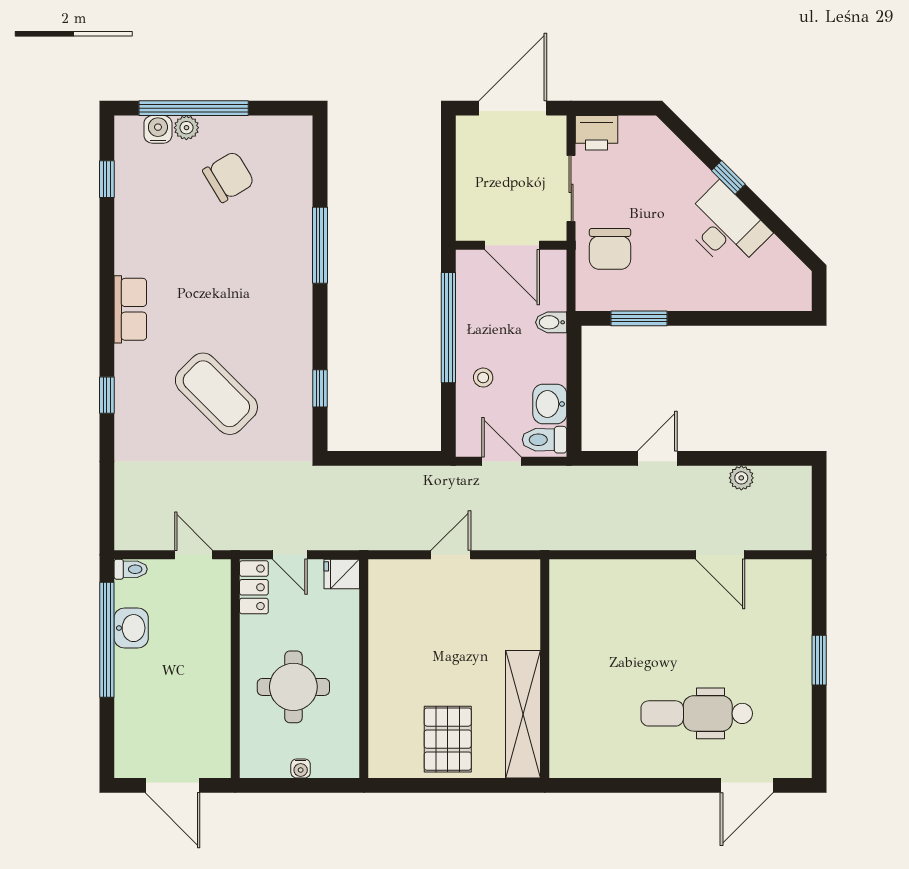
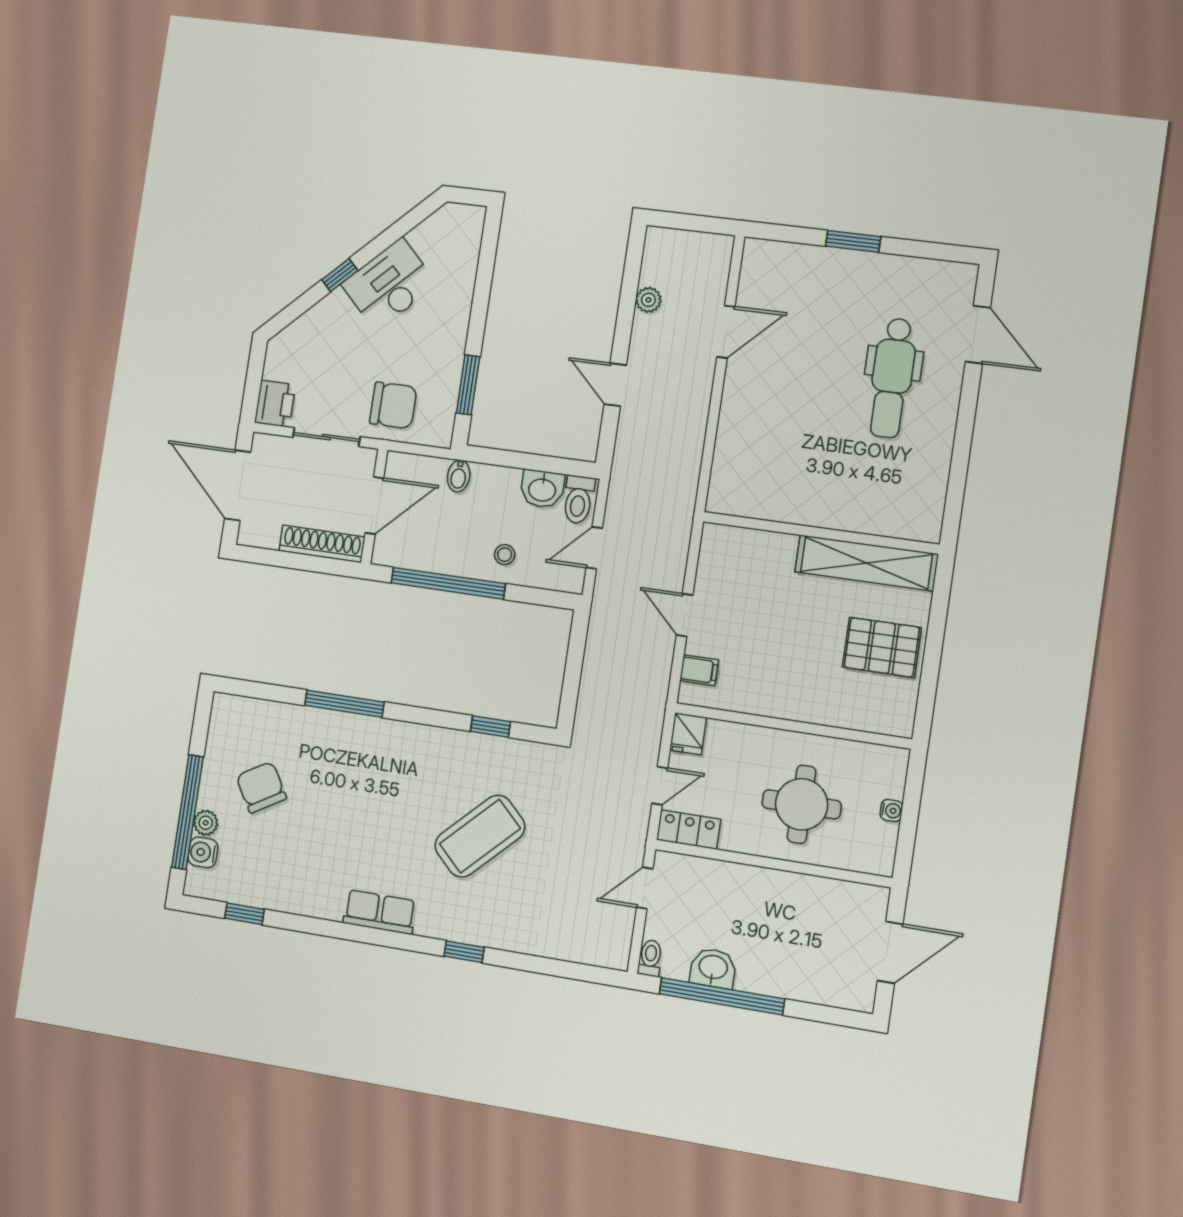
shoe rack: (468, 200) -> (322, 544), added
filing cabinet: (402, 576) -> (699, 670), added

